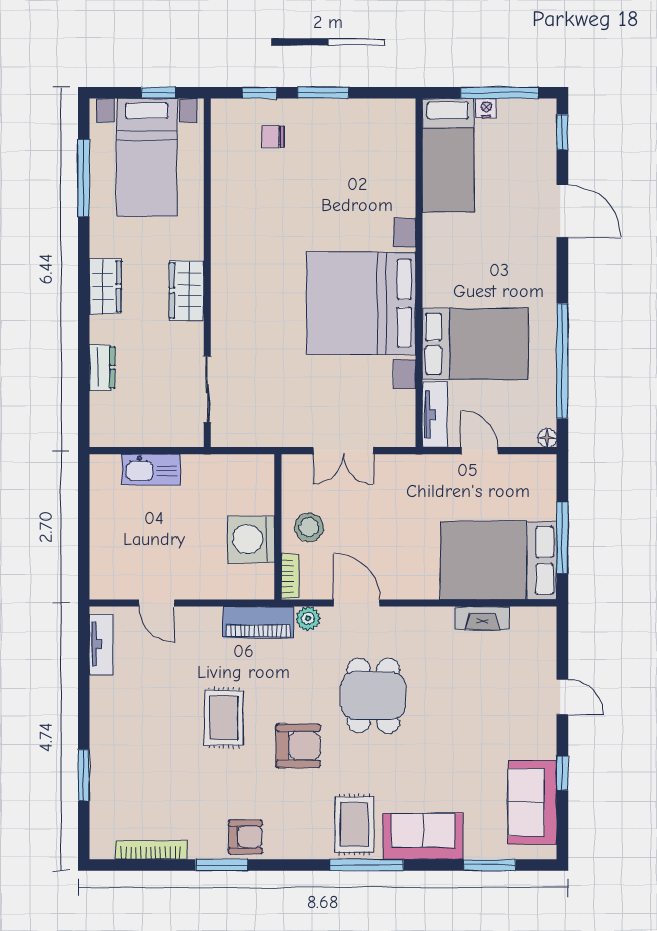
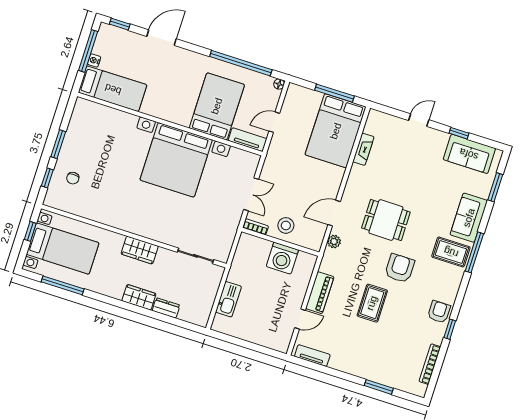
wardrobe: (105, 286) -> (139, 297), moved
bookcase: (290, 576) -> (256, 227), moved
piano: (258, 622) -> (320, 293), moved
rug: (224, 718) -> (372, 303), turned 90
window: (222, 865) -> (450, 329), width x0.67

